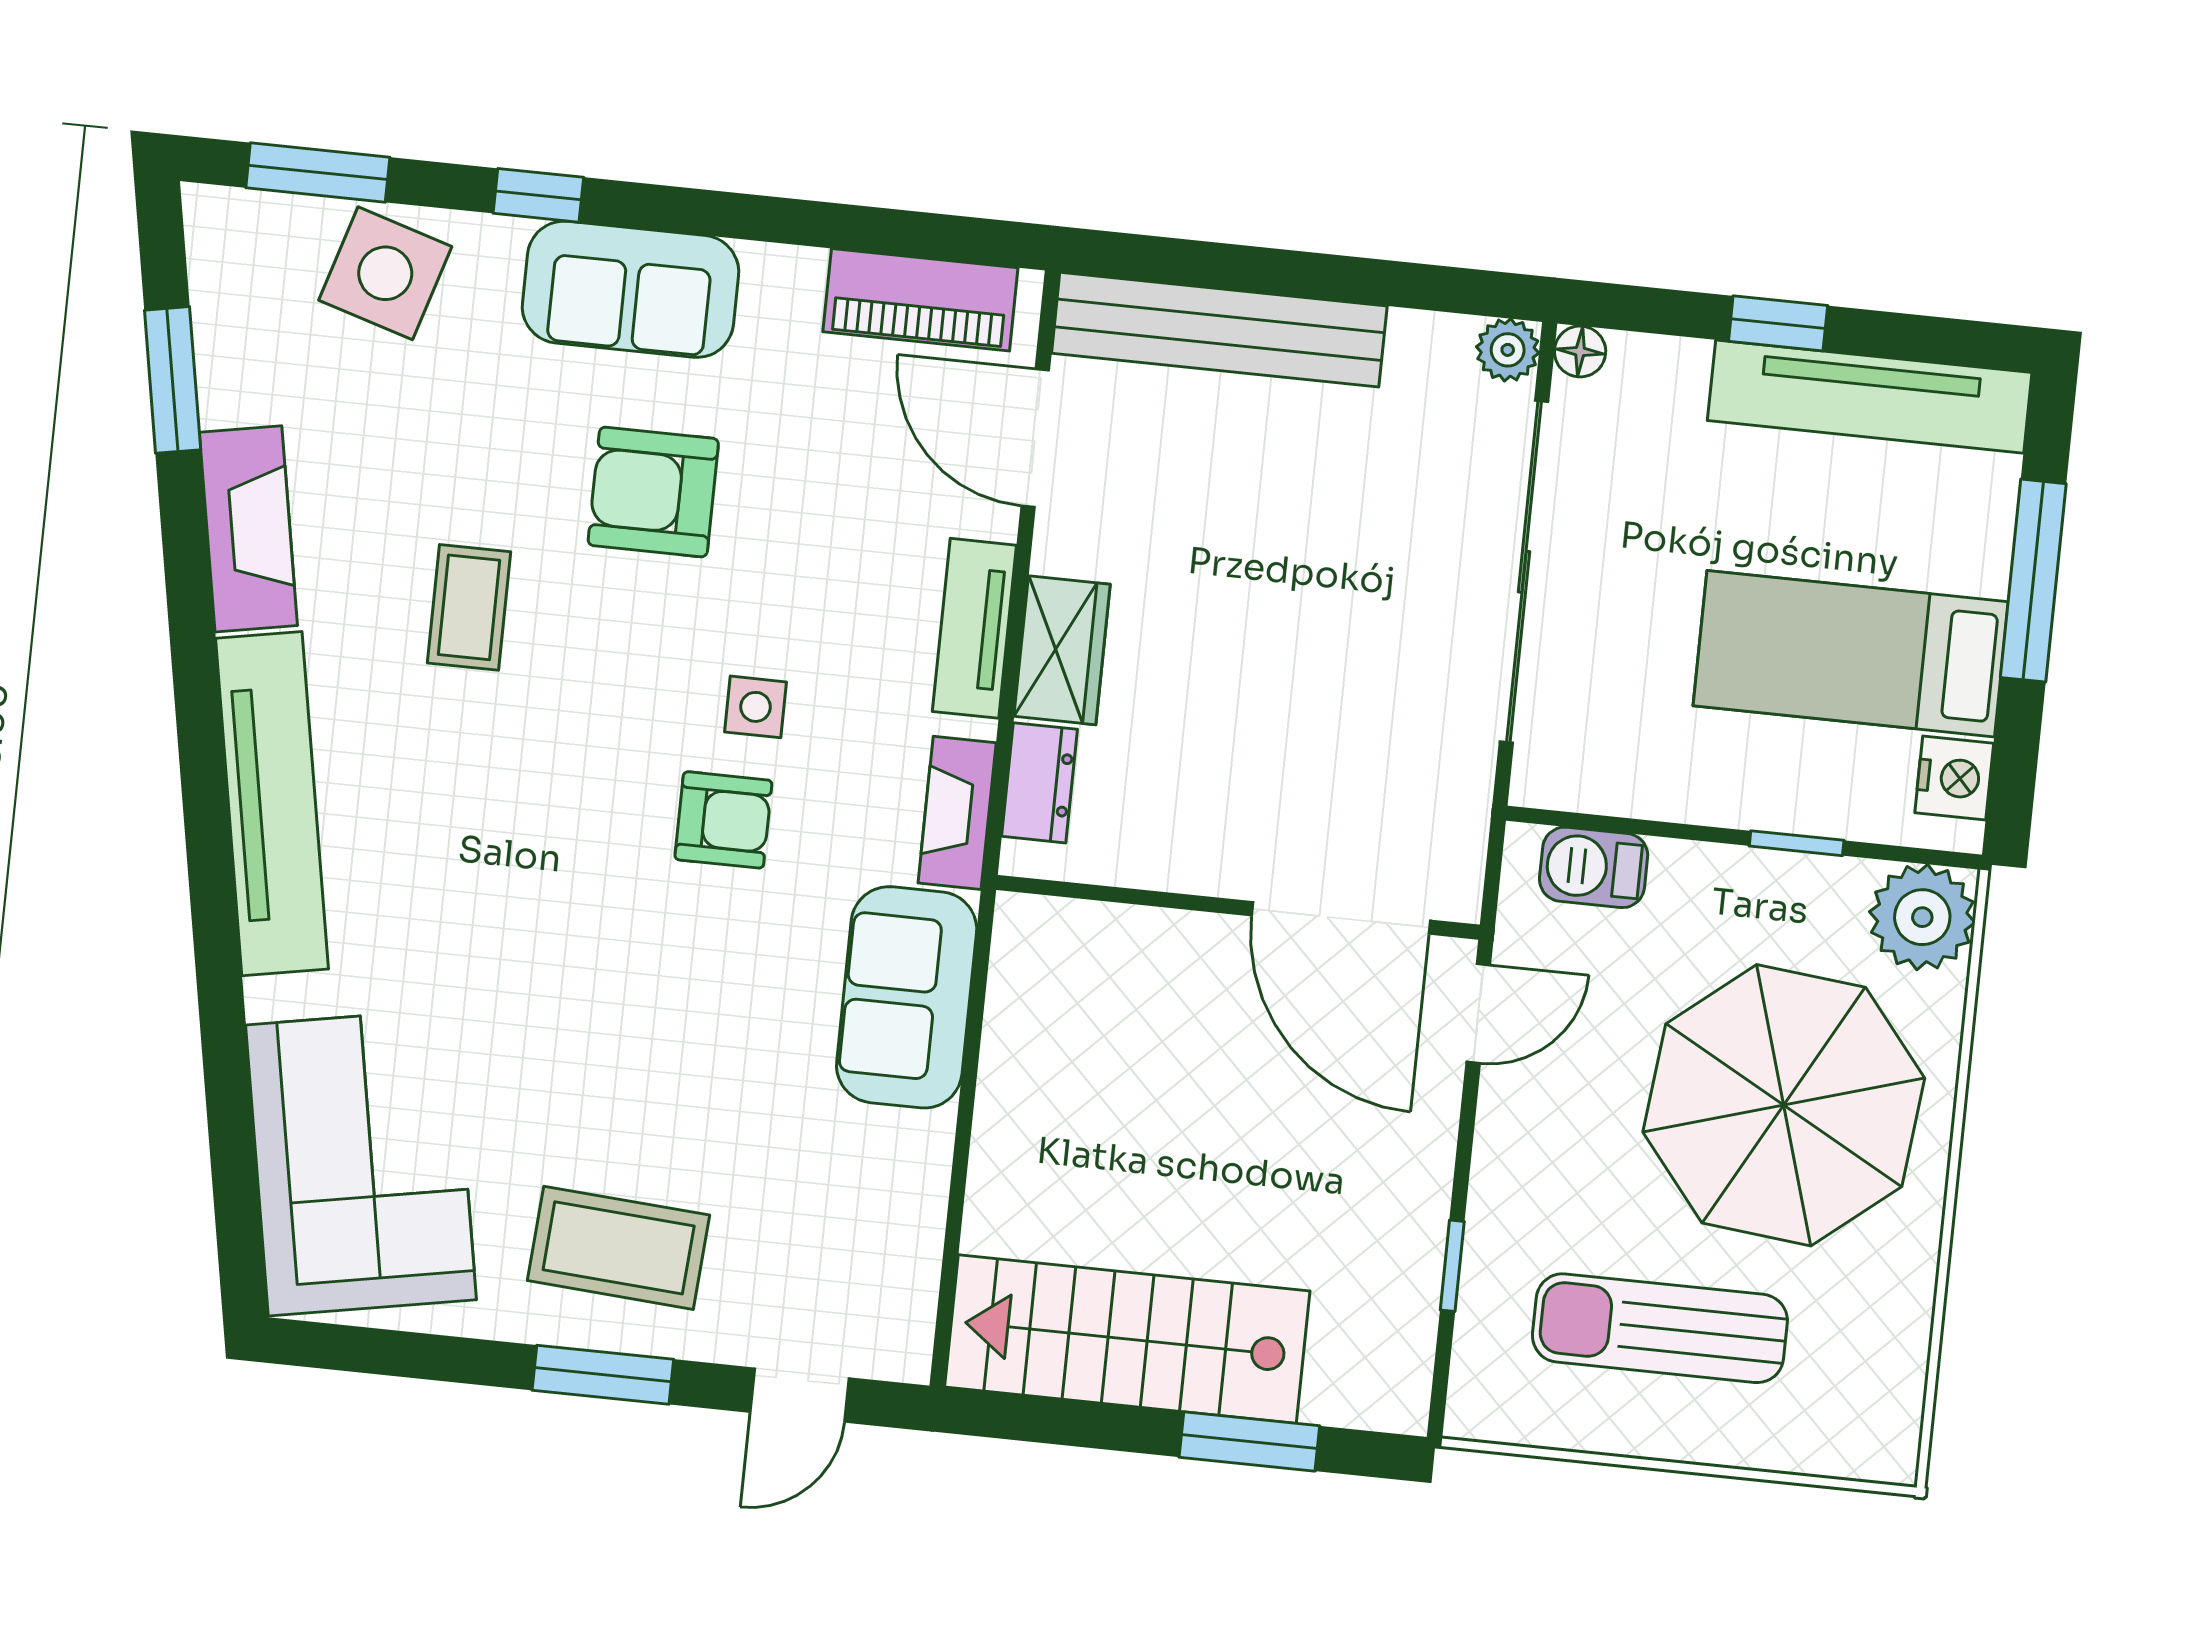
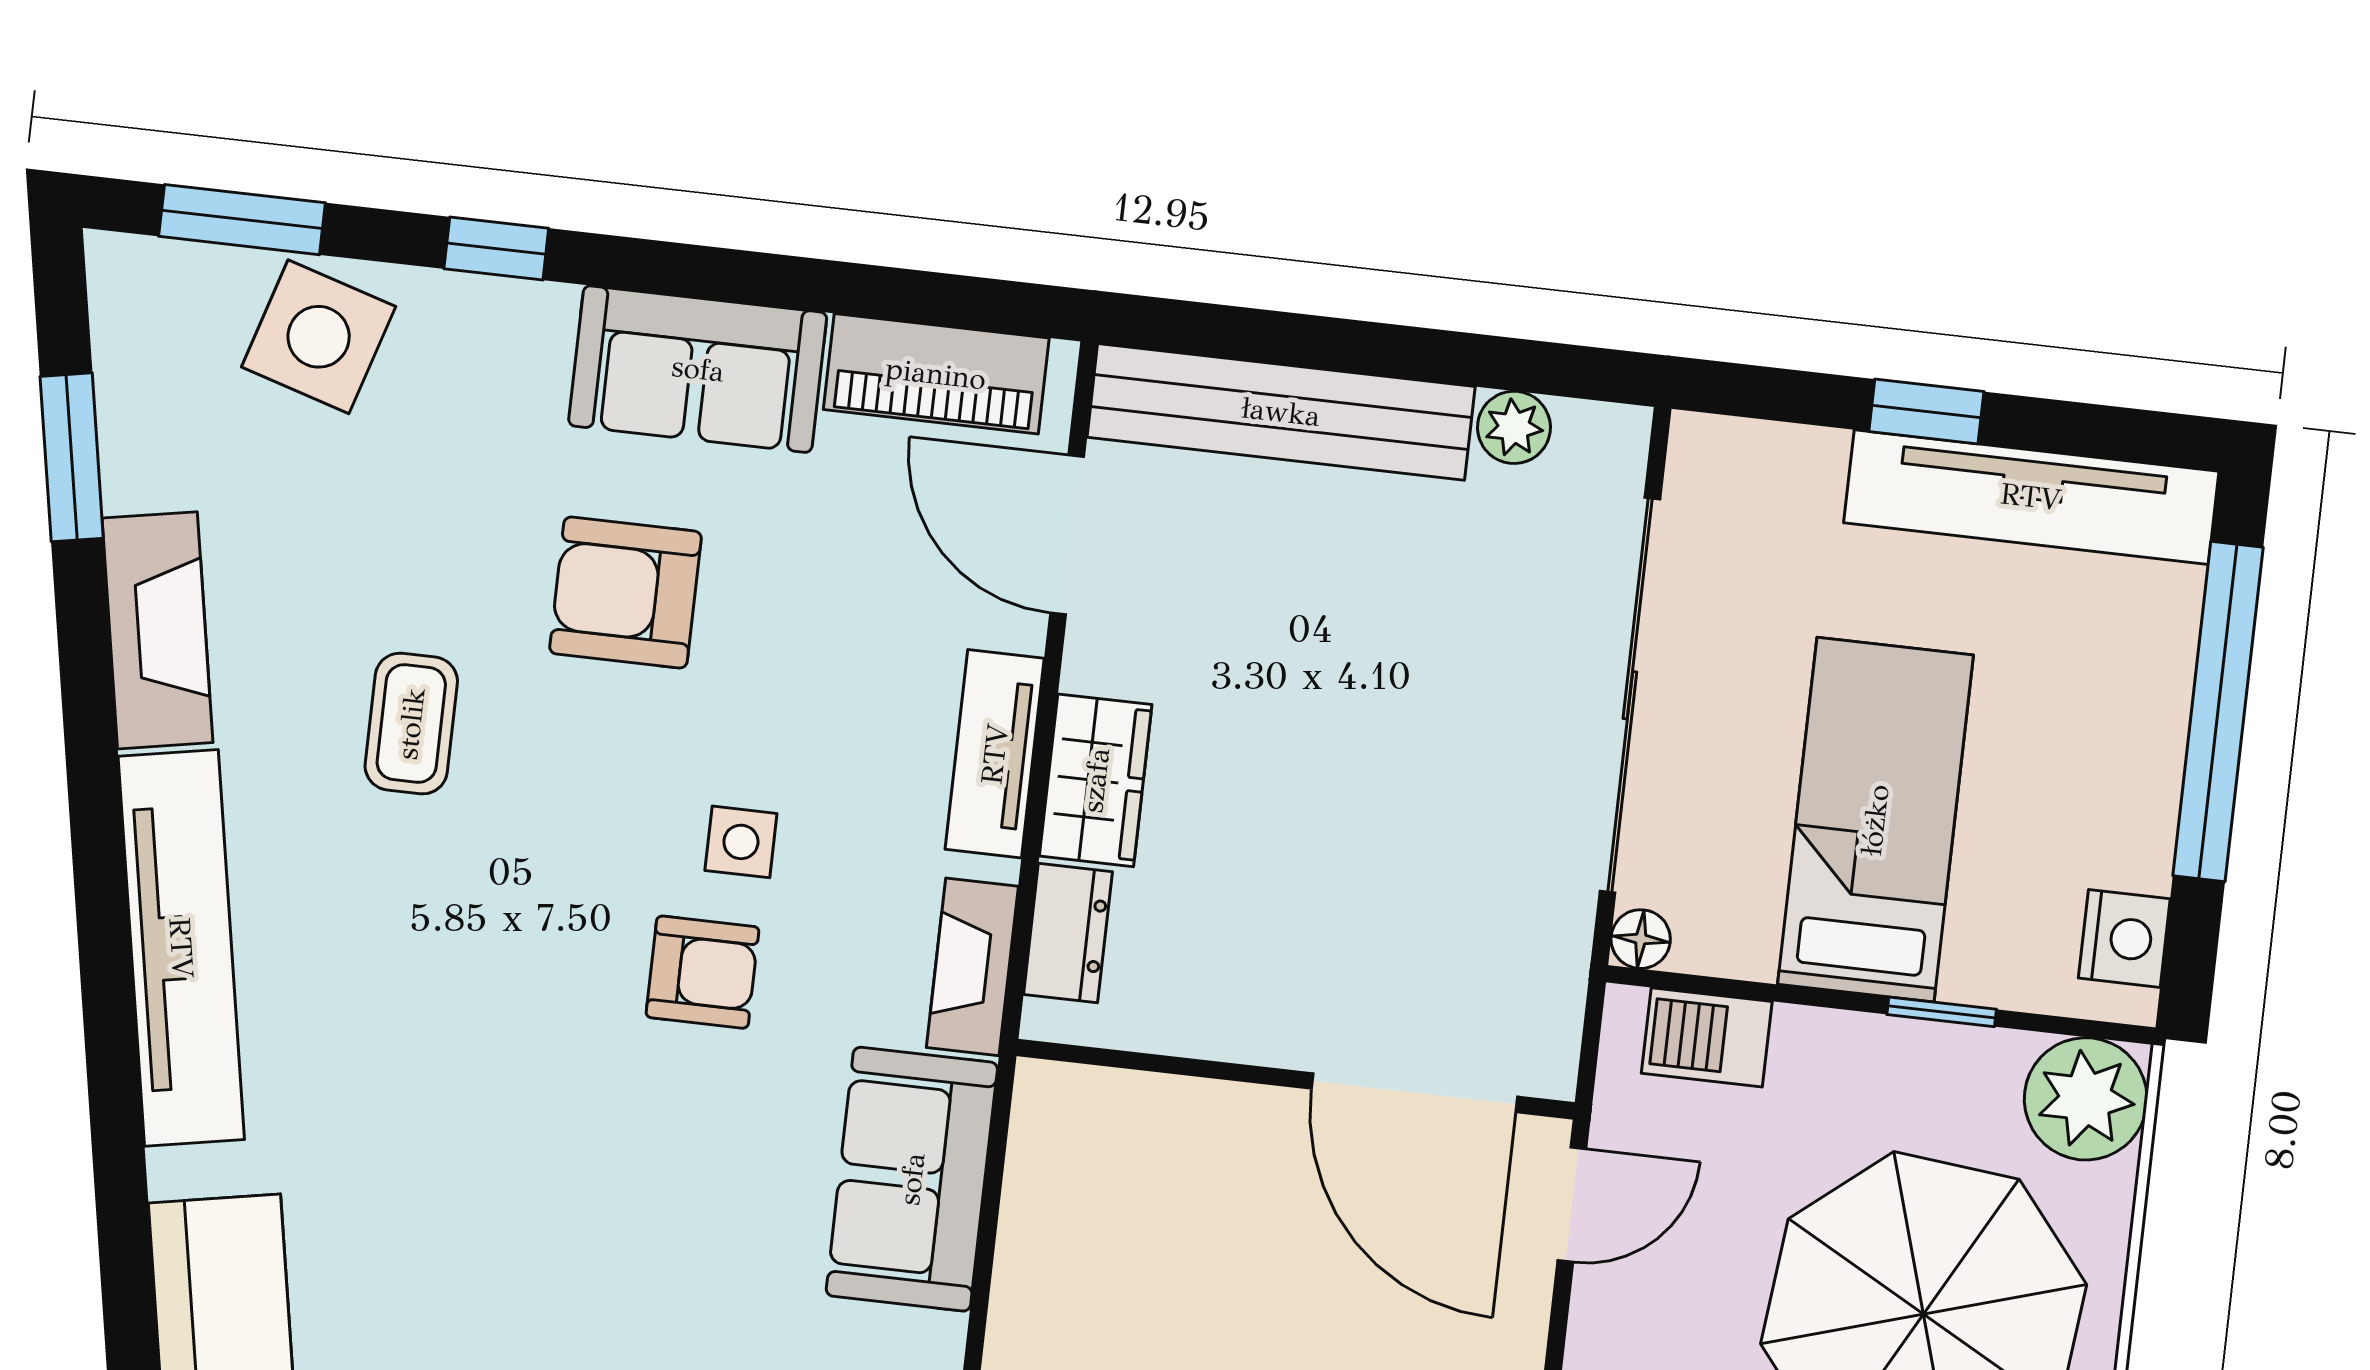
sofa: (631, 289) -> (698, 369), moved
plant: (1508, 350) -> (1514, 427), moved
floor lamp: (1580, 351) -> (1641, 939), moved
window: (2033, 581) -> (2218, 712), width x1.46
bed: (1851, 654) -> (1875, 820), moved, turned 90

